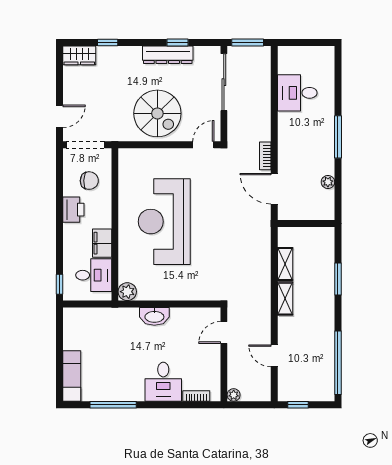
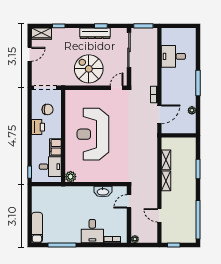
spiral stairs: (157, 113) -> (89, 69), turned 180
door: (60, 116) -> (30, 54), moved
door: (274, 189) -> (159, 114), swing flipped
washbasin: (154, 316) -> (103, 192), moved

